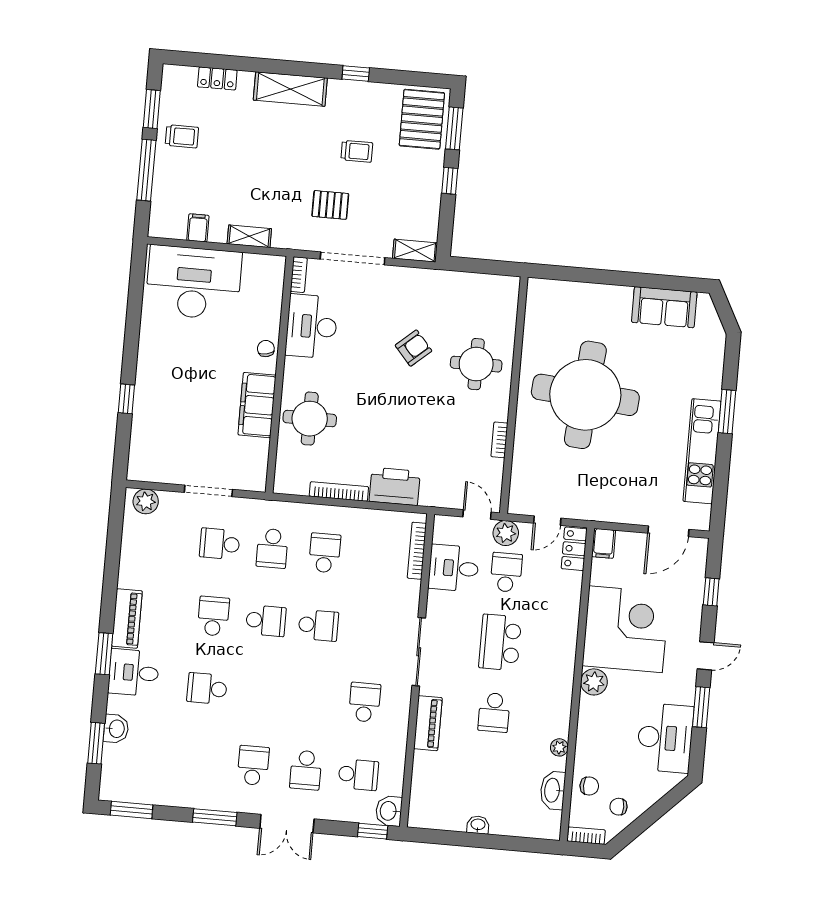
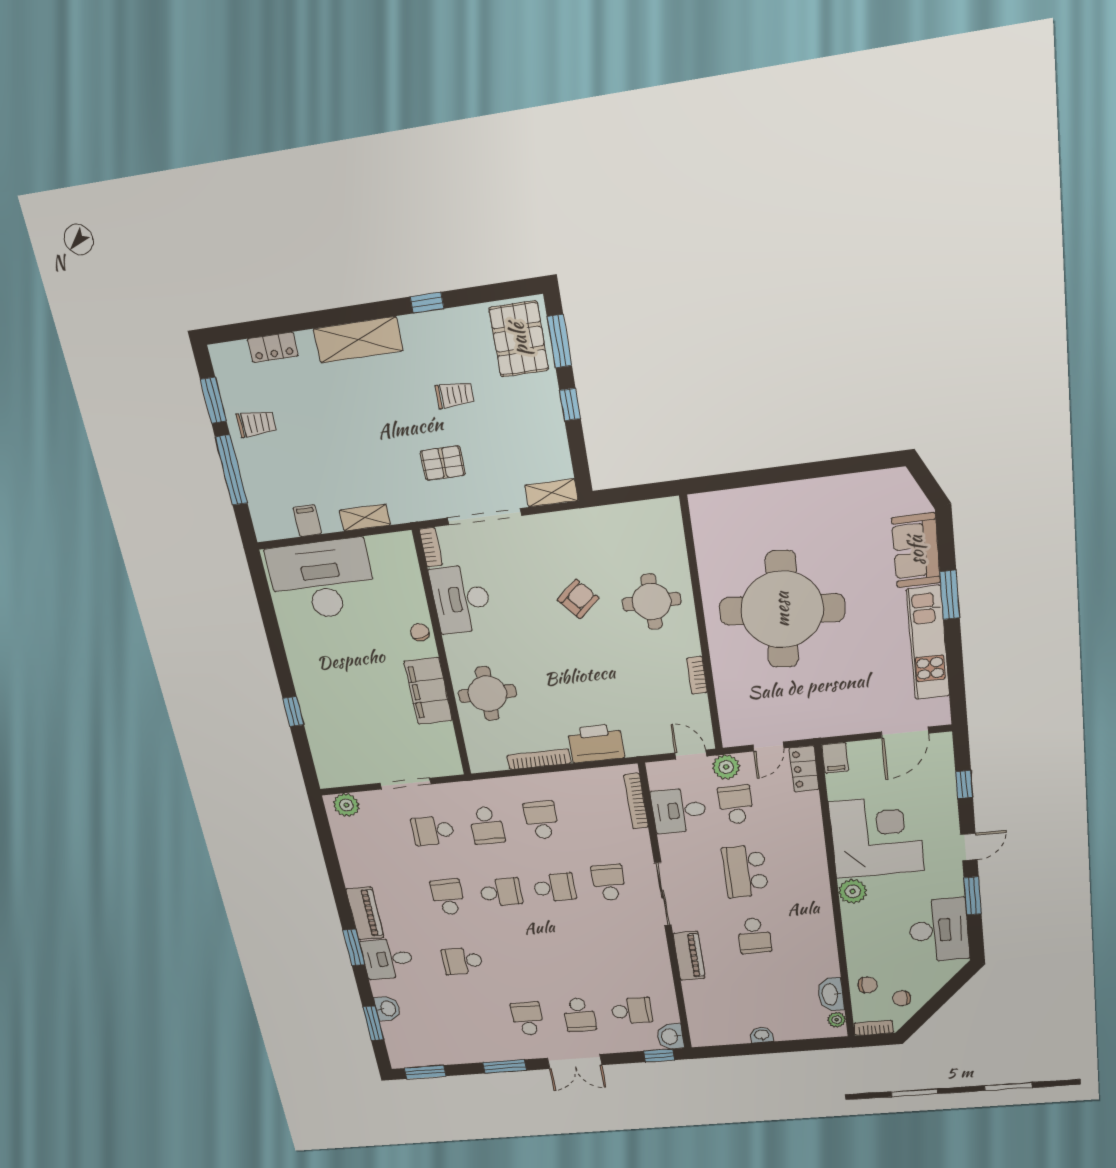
sofa: (664, 307) -> (916, 550), moved, turned 90
school desk: (365, 702) -> (609, 883), moved
plant: (559, 747) -> (837, 1020), moved

